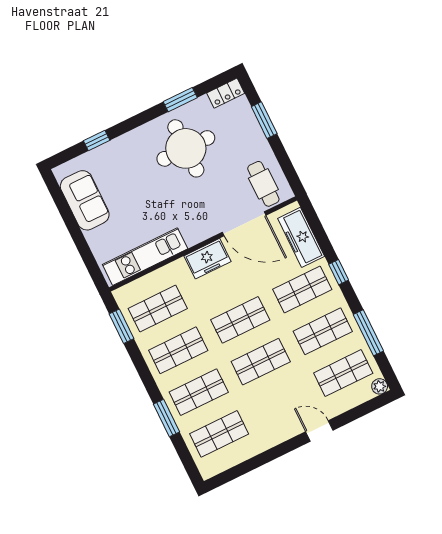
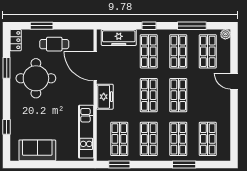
cafe table: (263, 184) -> (54, 44), moved
door: (244, 224) -> (95, 66), swing flipped
door: (319, 431) -> (234, 81), hinge flipped

